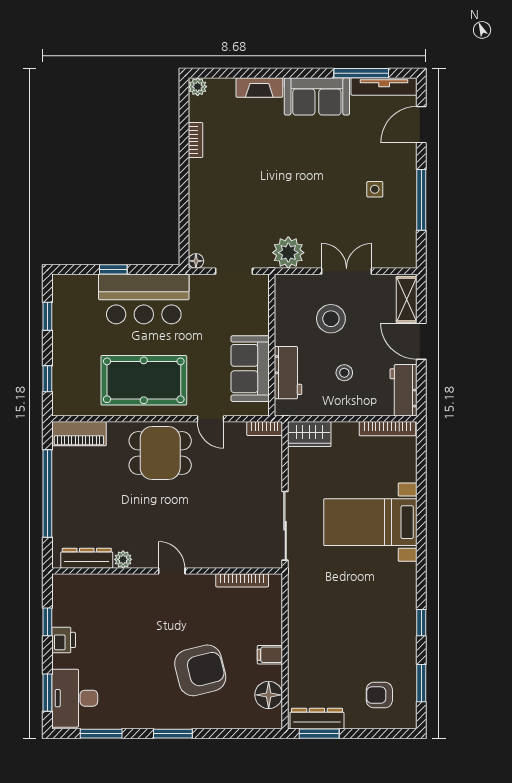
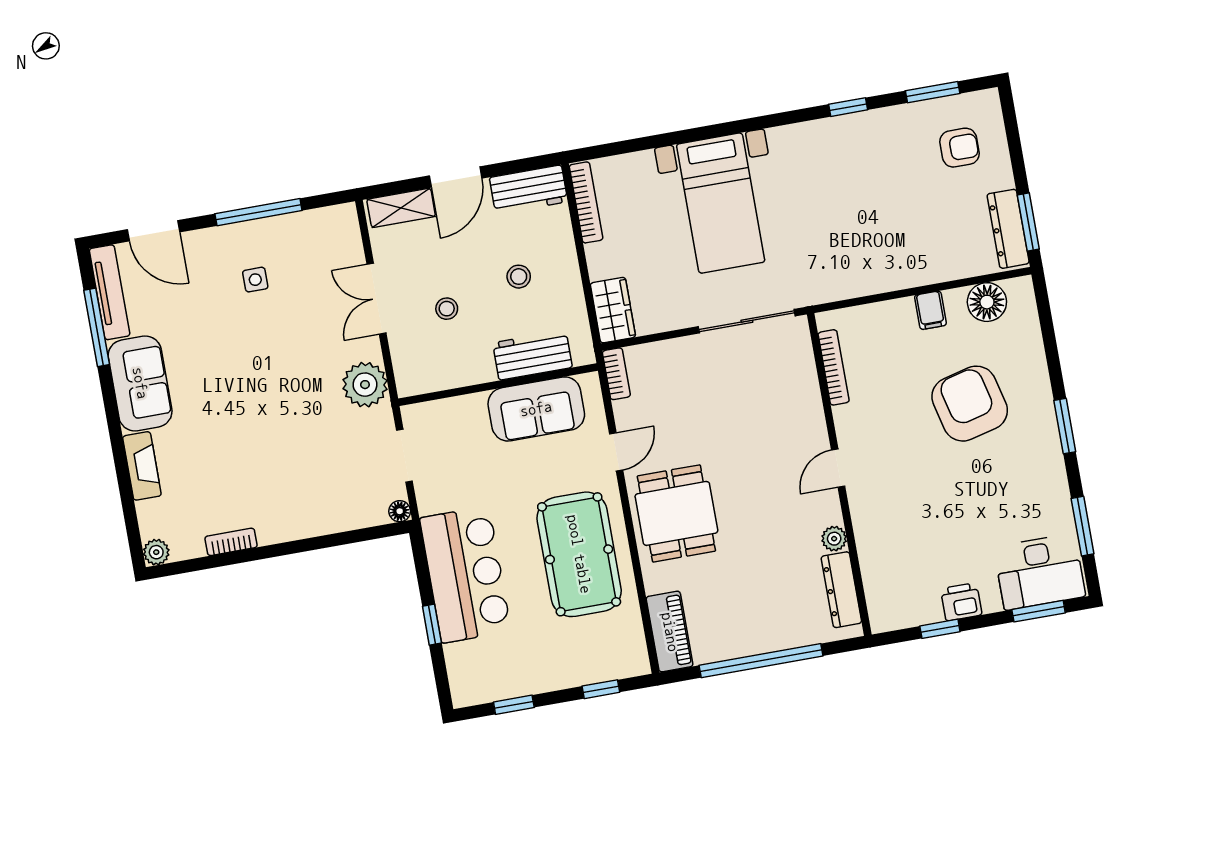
stool: (331, 319) -> (447, 309), width x0.53, depth x0.53
armchair: (379, 695) -> (959, 148), turned -90

